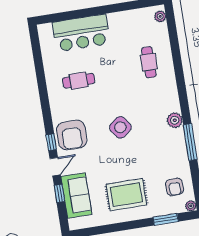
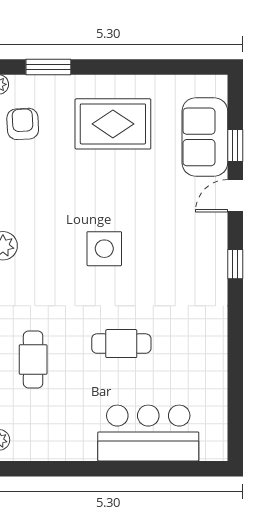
cafe table: (79, 81) -> (121, 344), moved
side table: (120, 127) -> (104, 249), turned 37
armchair: (72, 135) -> (196, 249), removed
window: (51, 142) -> (235, 264), moved

